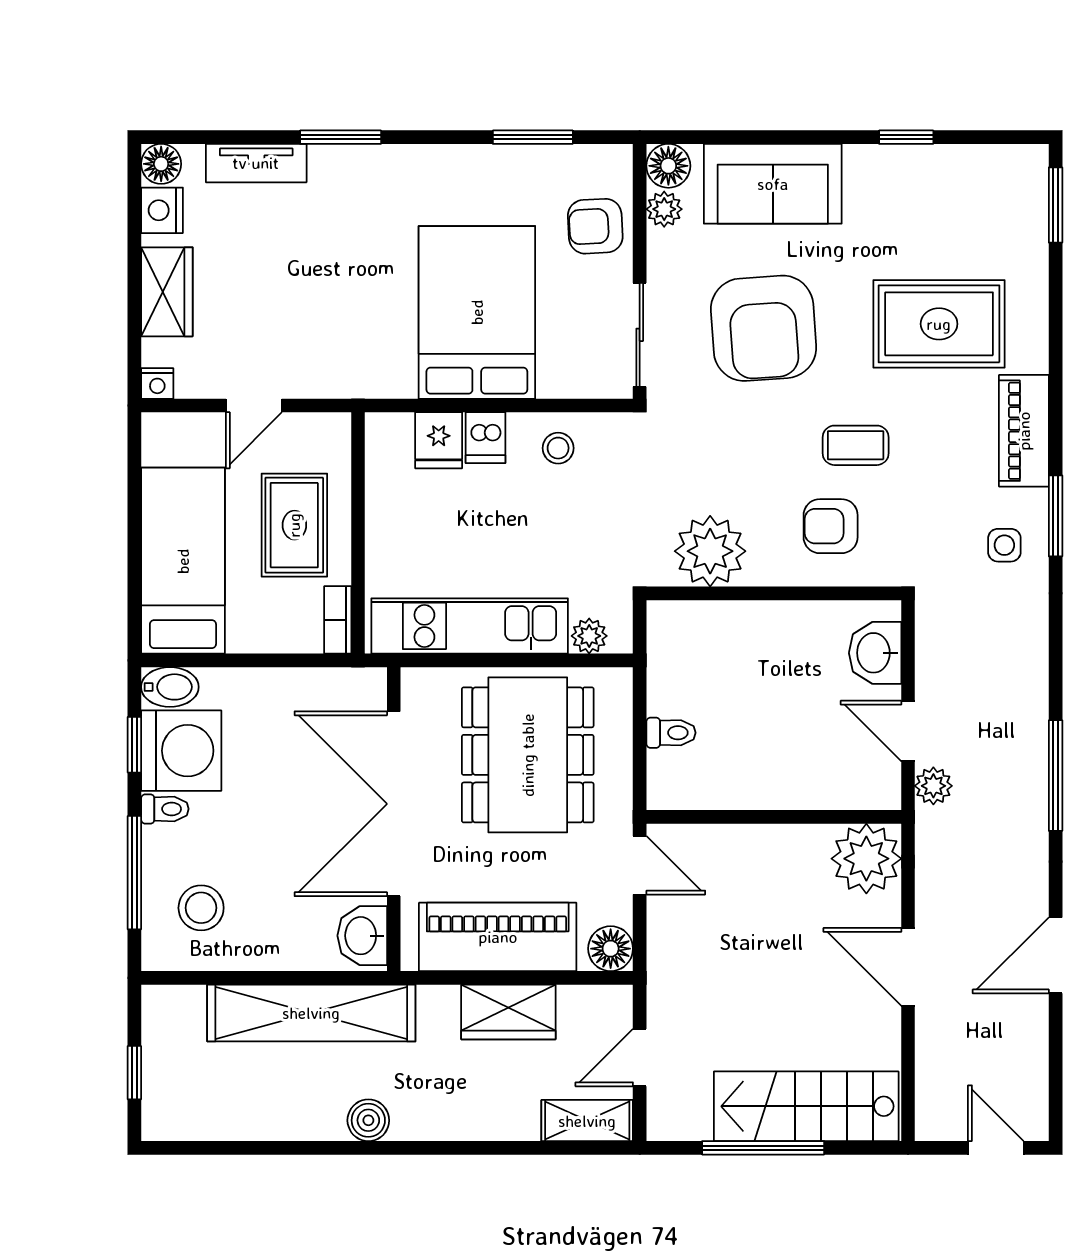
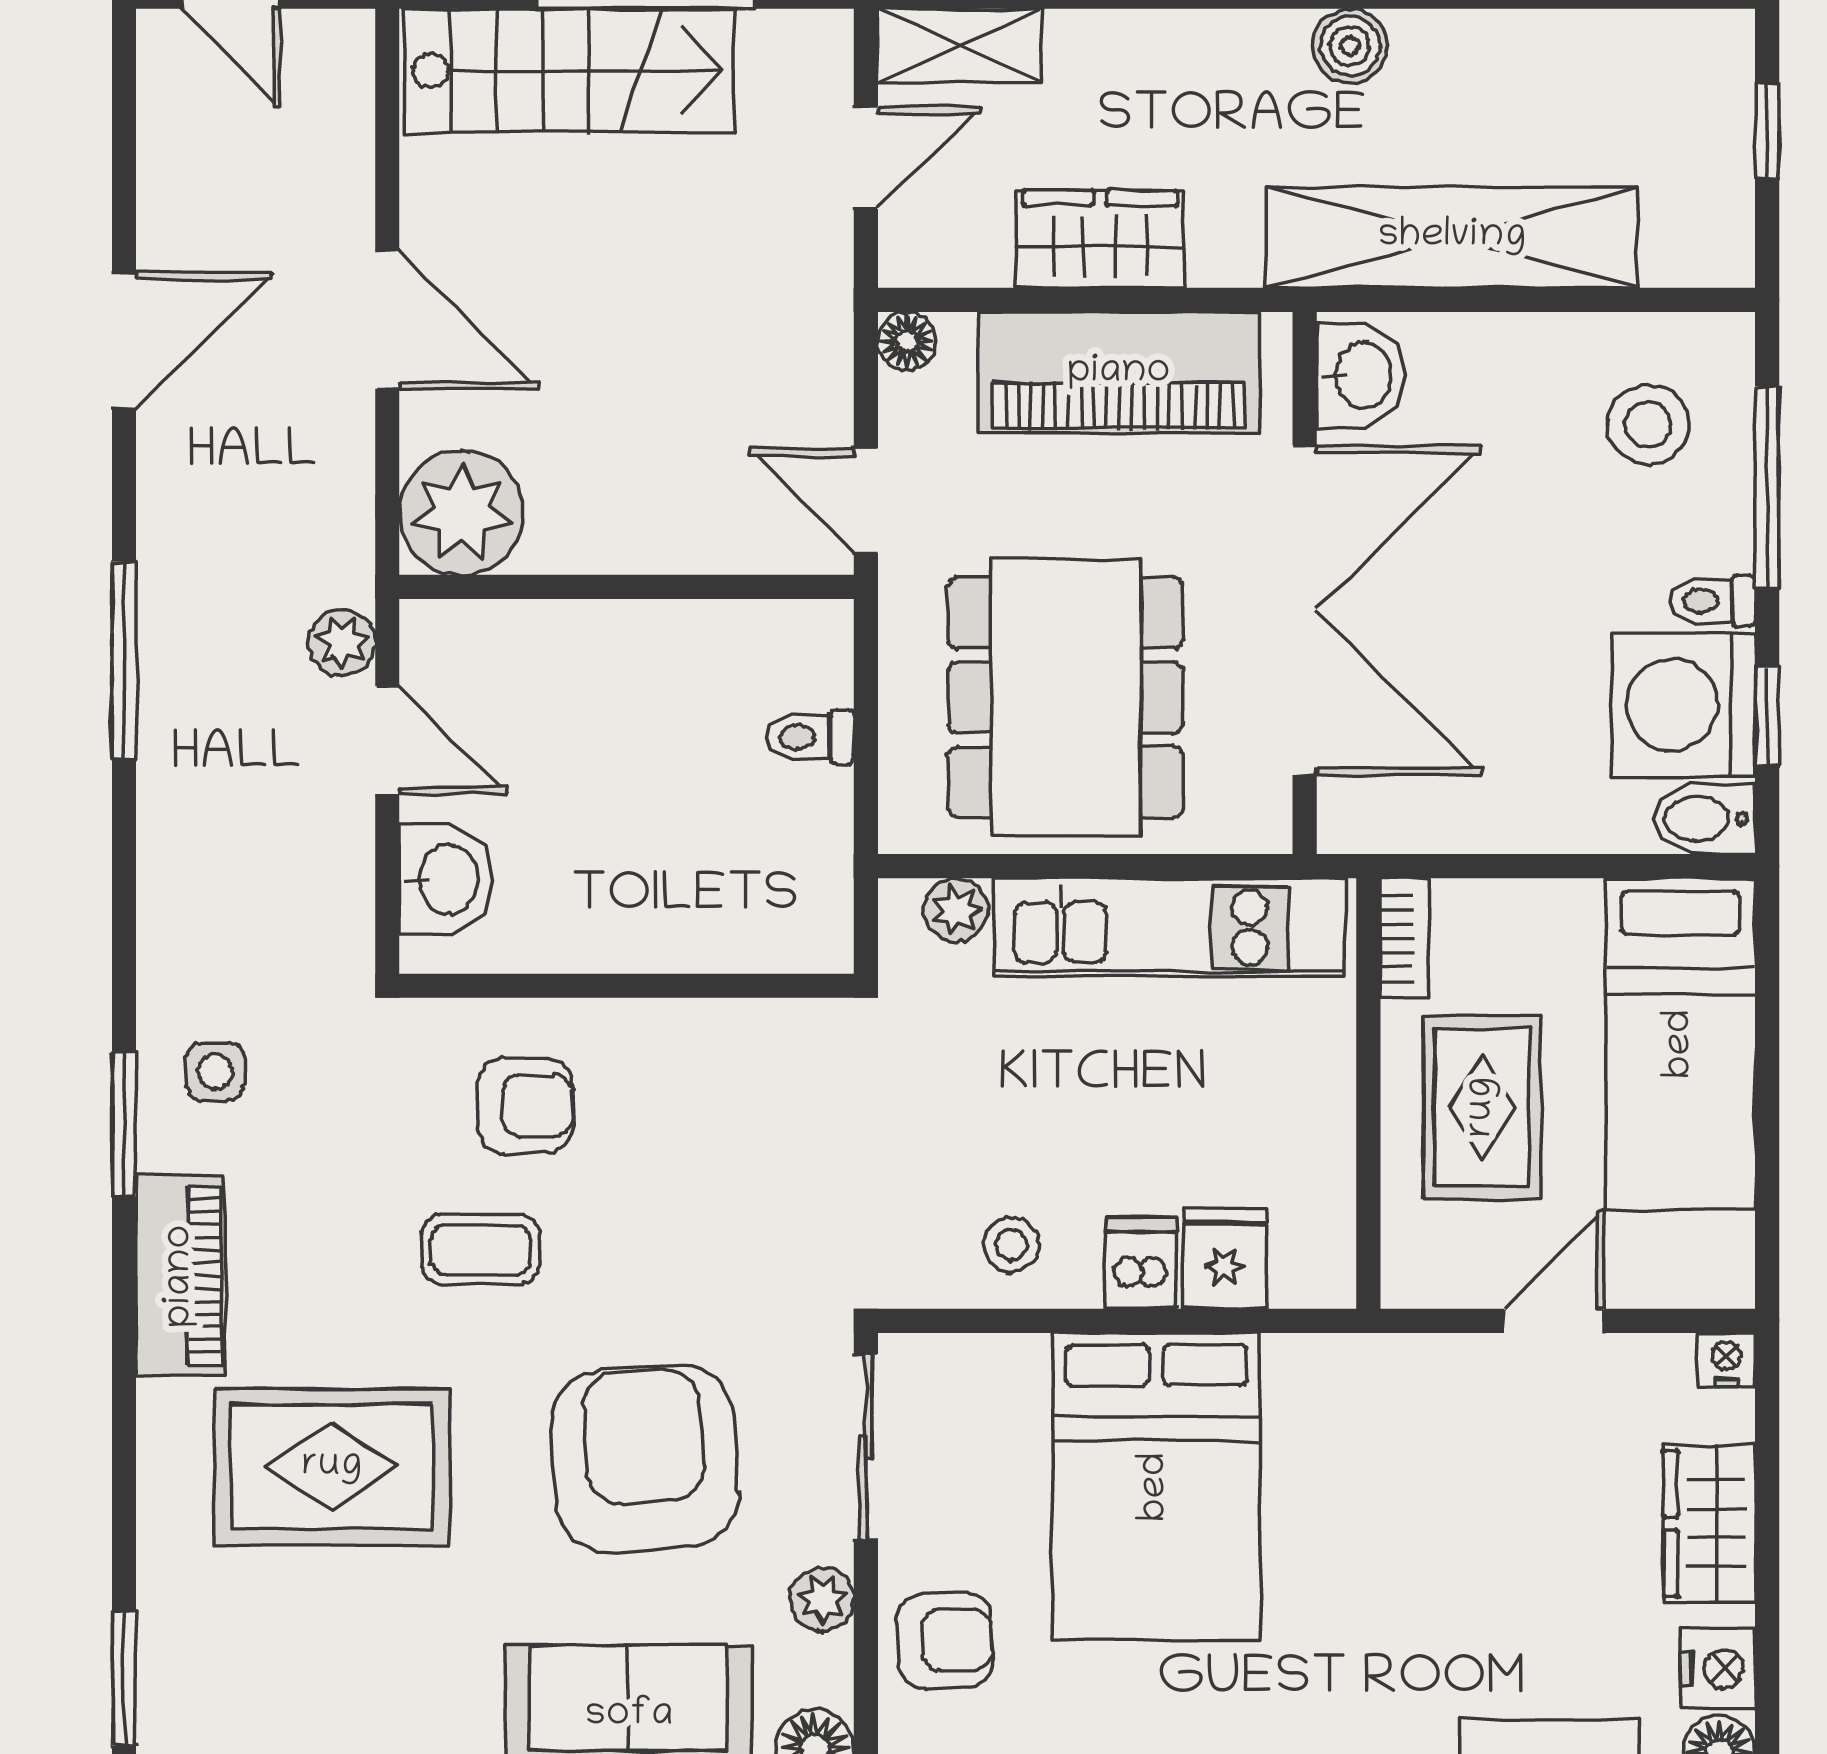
plant: (664, 209) -> (822, 1599), moved
plant: (710, 551) -> (740, 1061), removed
floor lamp: (611, 949) -> (907, 341), width x0.73, depth x0.73

